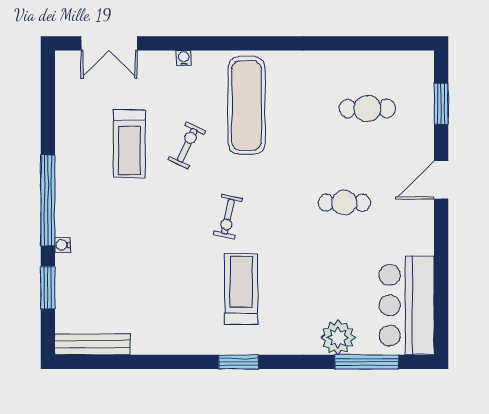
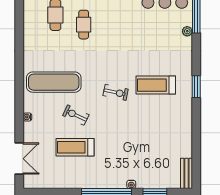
treadmill: (129, 144) -> (75, 147), turned 180
cafe table: (344, 203) -> (84, 25), moved
plant: (338, 338) -> (187, 31), width x0.53, depth x0.53
bench: (92, 344) -> (187, 173), width x0.73

